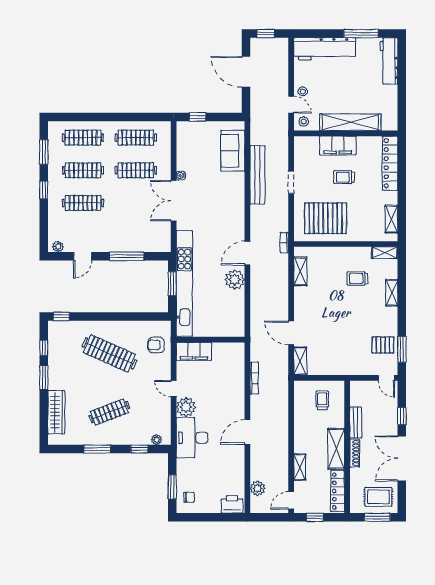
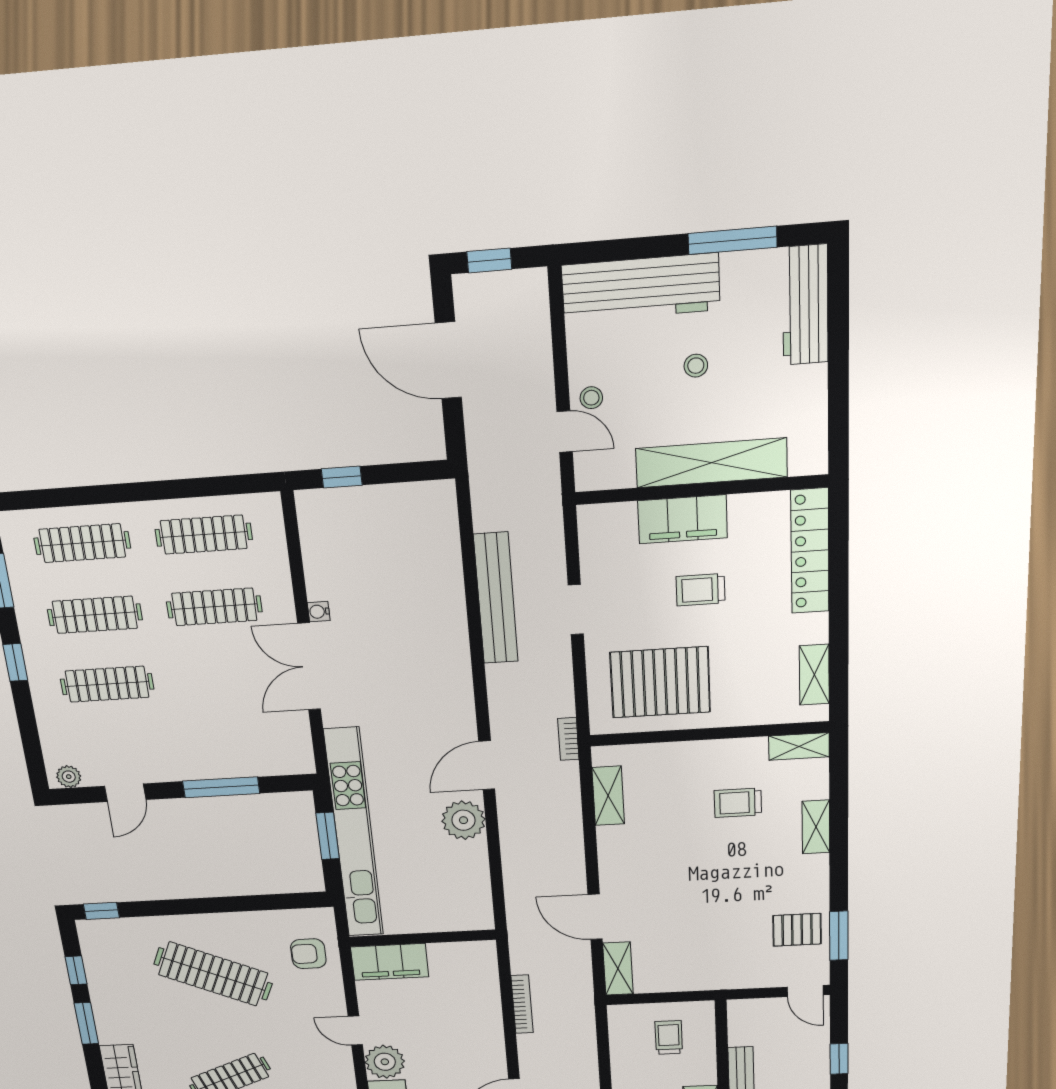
stool: (304, 122) -> (696, 366), moved
sofa: (233, 151) -> (433, 549), removed

